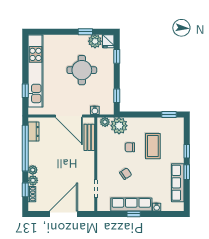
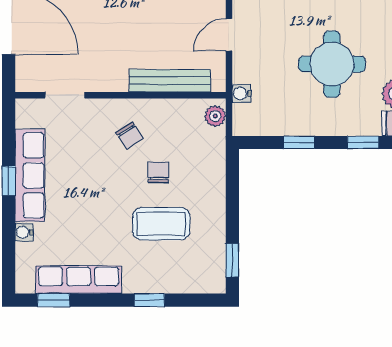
window: (117, 96) -> (299, 142), moved
door: (69, 116) -> (229, 35), width x0.53
plant: (119, 126) -> (207, 148), removed
bench: (89, 137) -> (170, 81), width x1.36
window: (187, 172) -> (54, 300), moved
chair: (126, 174) -> (130, 136), moved

